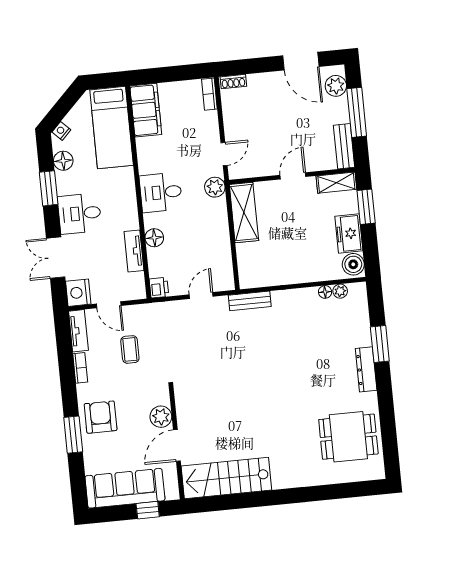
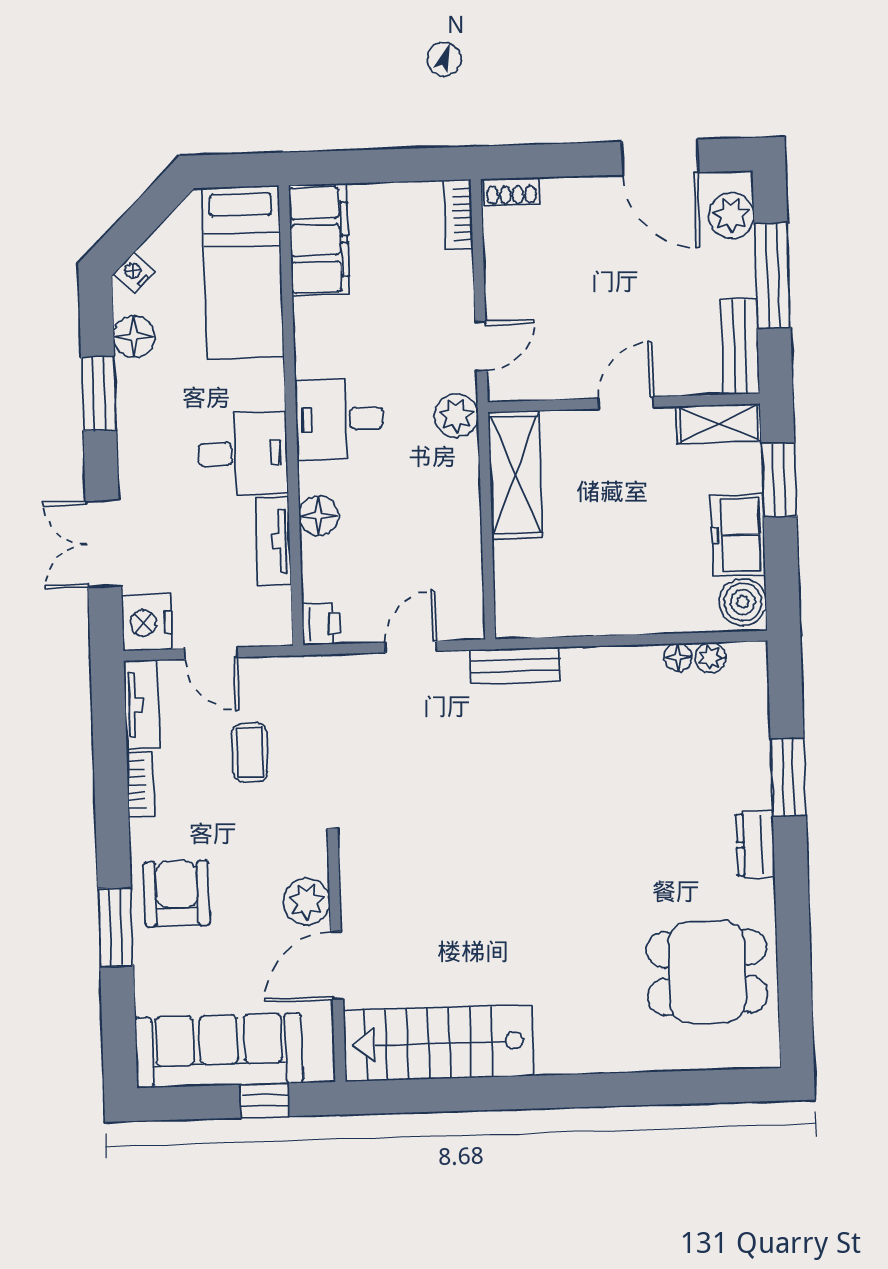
desk: (80, 214) -> (243, 453), moved, turned 180
dresser: (366, 369) -> (755, 844), width x0.70

